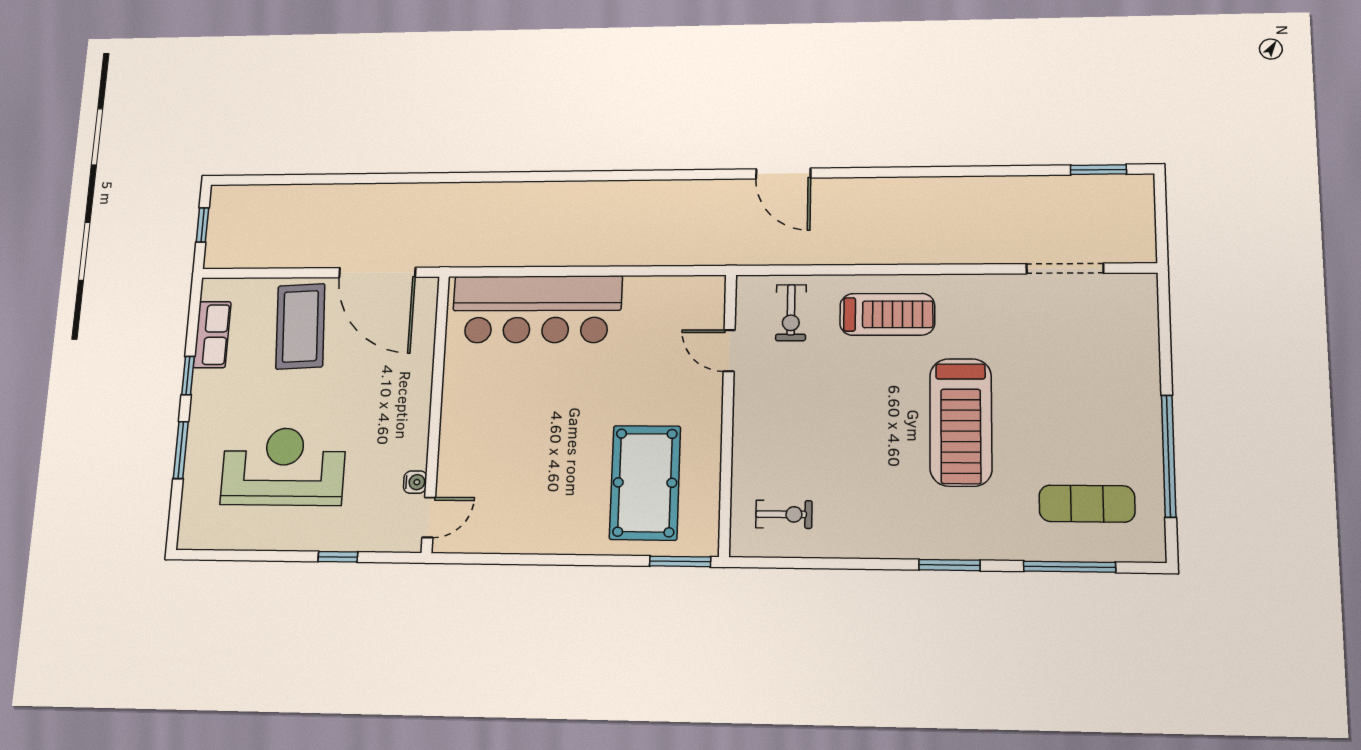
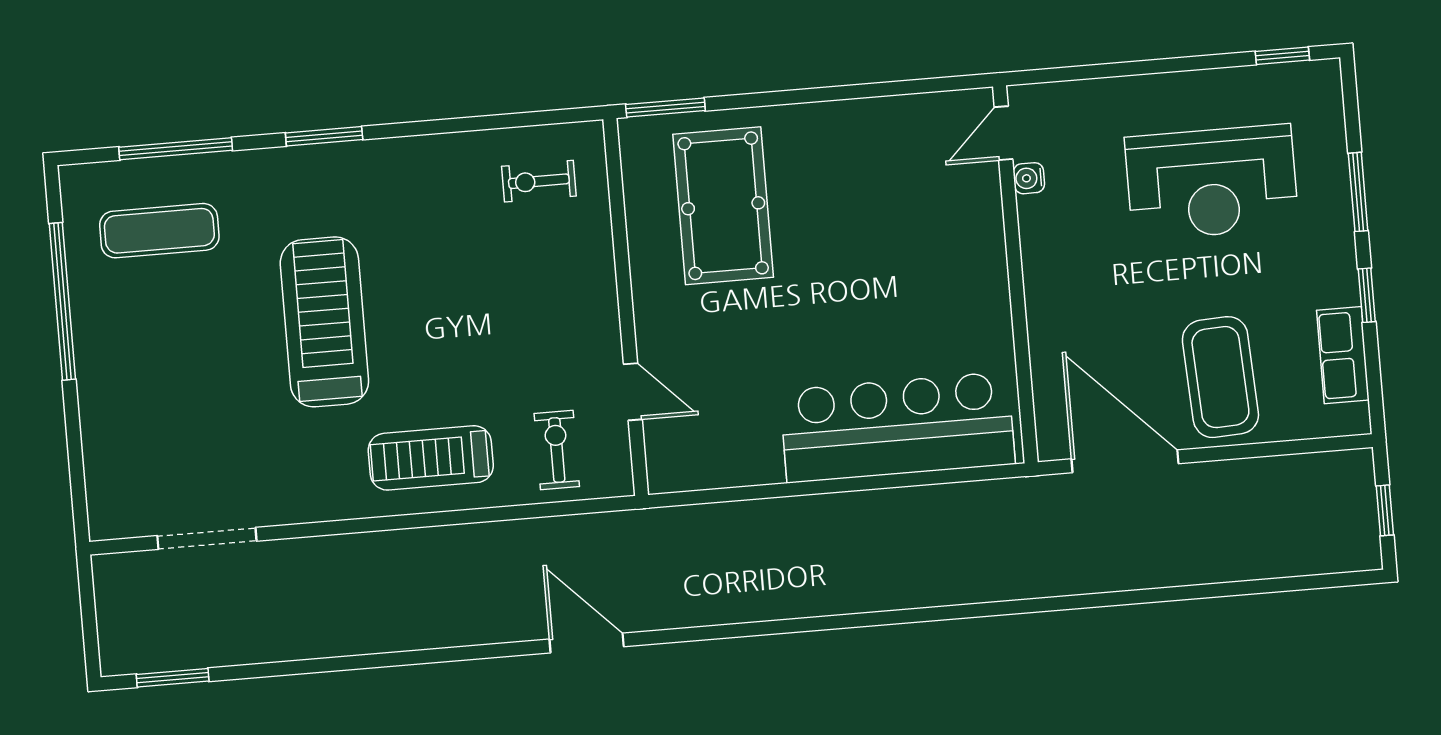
window: (338, 557) -> (1282, 56), moved

